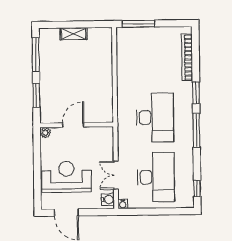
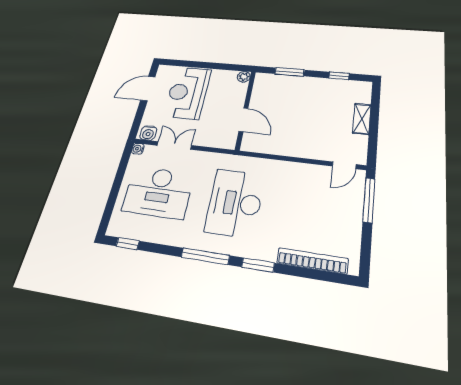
door: (114, 43) -> (344, 165), added
window: (36, 55) -> (339, 76), width x0.46
desk: (155, 118) -> (235, 203), turned 90
door: (73, 125) -> (243, 120), moved
reception desk: (66, 177) -> (188, 93), turned 180

